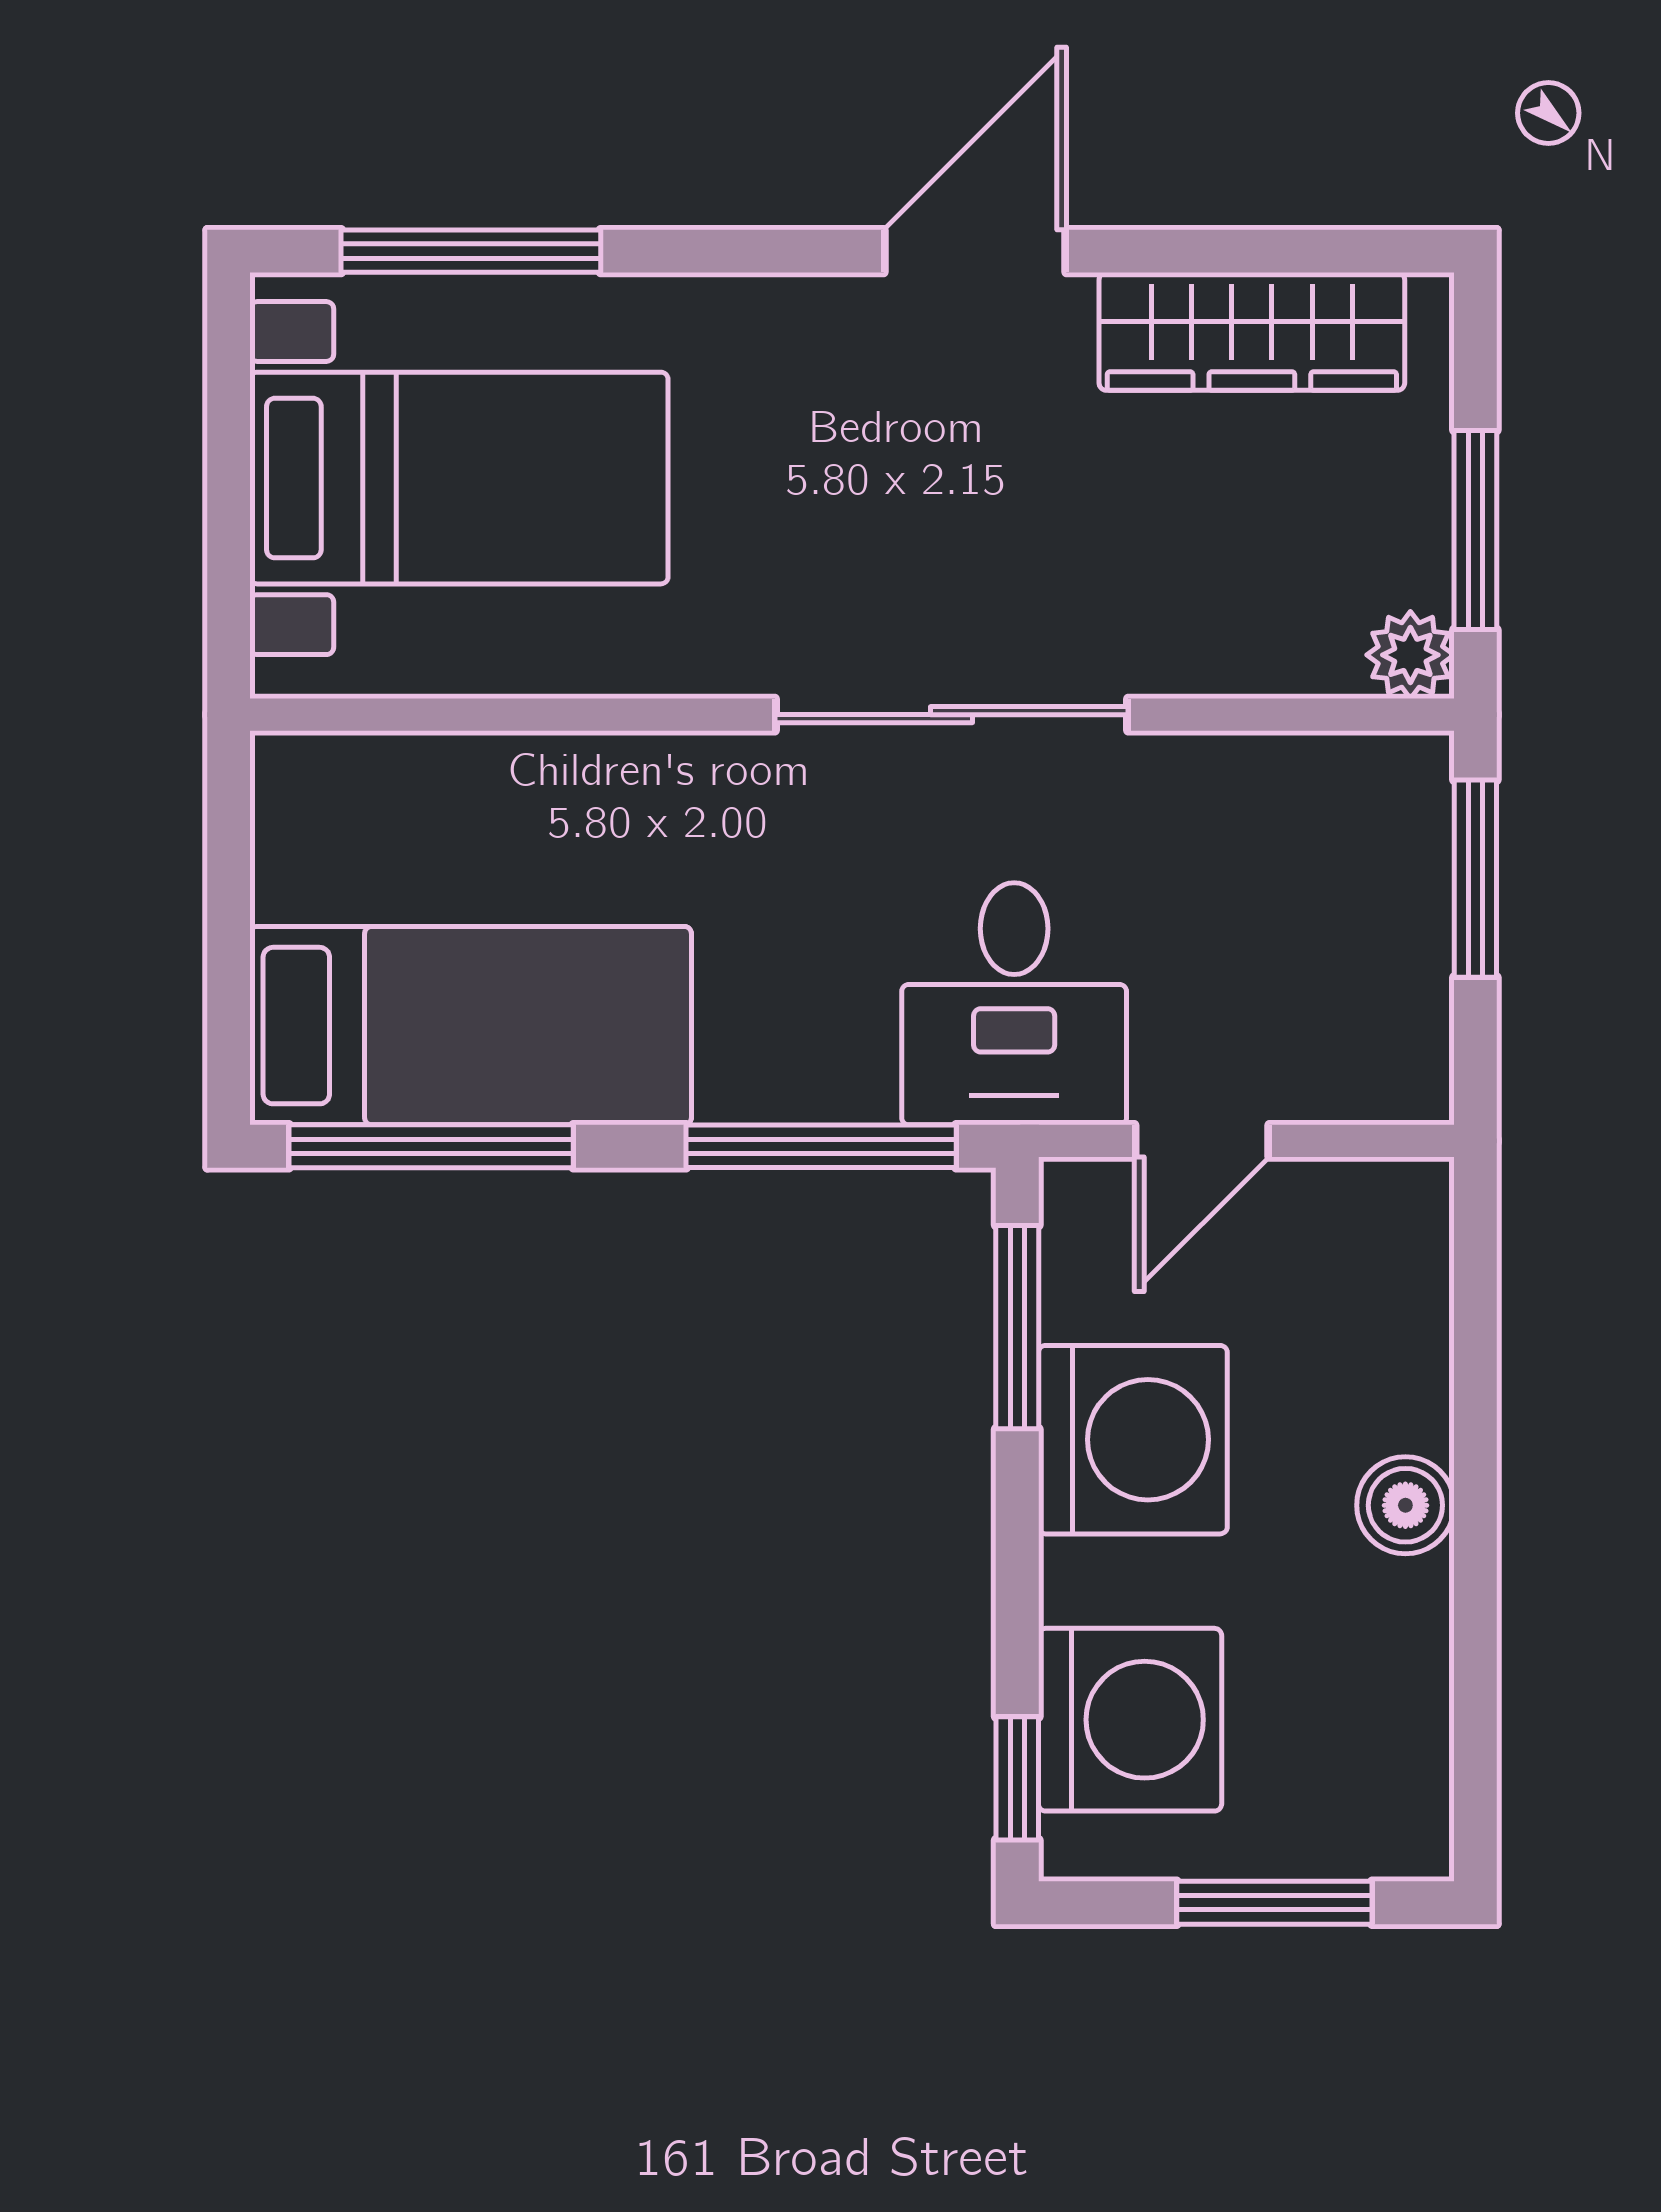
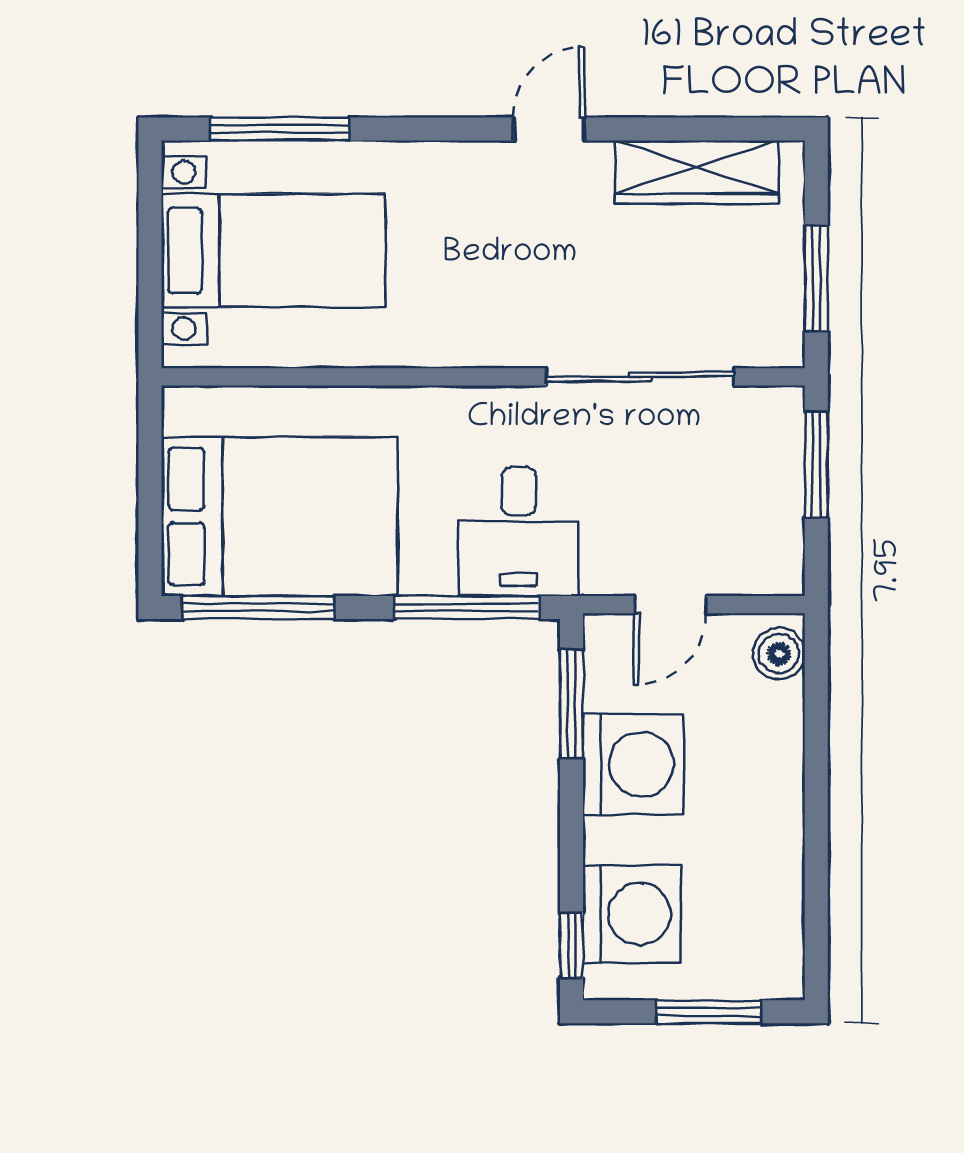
door: (975, 251) -> (549, 129), width x0.73
plant: (1410, 655) -> (782, 345), removed
sliding door: (951, 715) -> (640, 377), moved
desk: (1014, 1004) -> (519, 531), moved
bed: (471, 1026) -> (279, 516), width x1.50
boiler: (1405, 1505) -> (779, 654), moved

